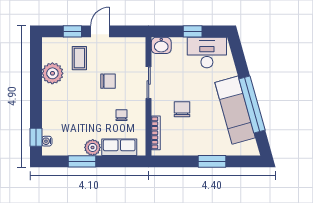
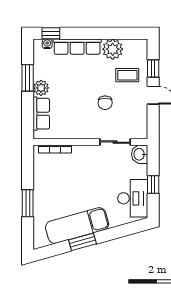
sliding door: (149, 83) -> (115, 142), moved
window: (252, 104) -> (83, 242), width x0.47
chair: (182, 109) -> (78, 174), removed
row of seats: (50, 110) -> (77, 47), added
chair: (122, 115) -> (72, 116), removed

